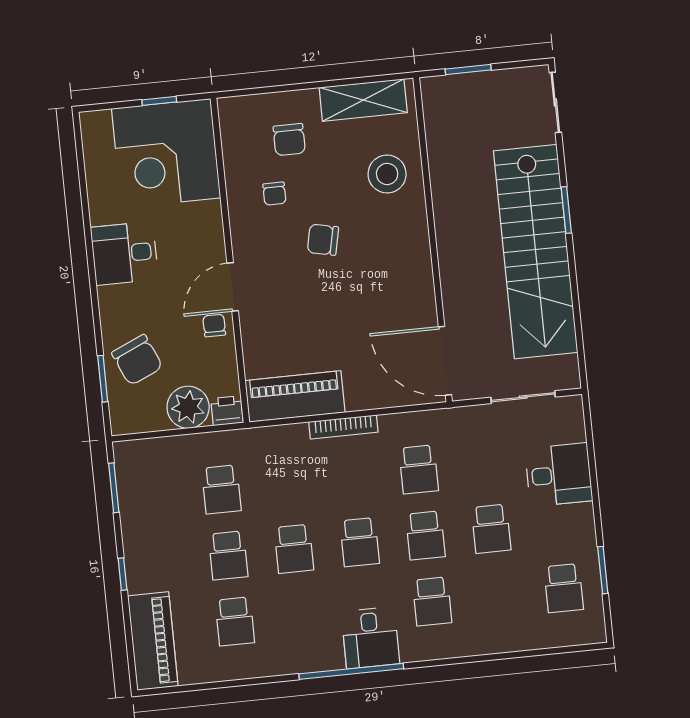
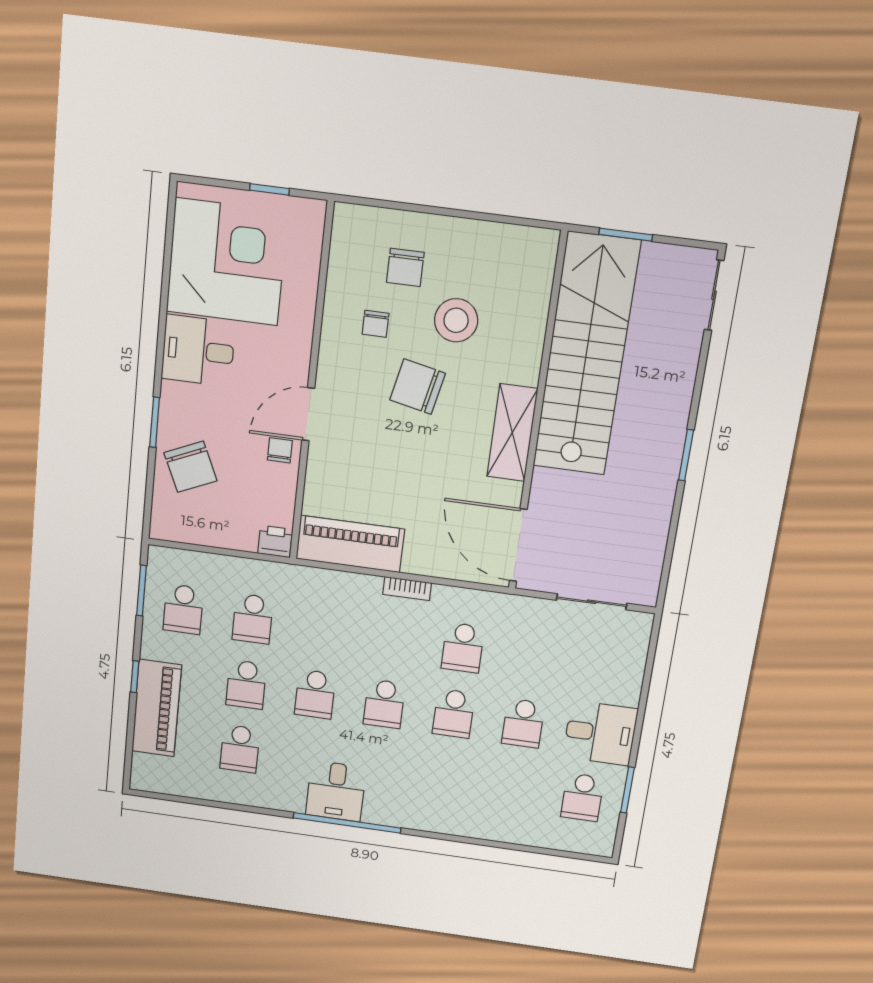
shelving: (363, 100) -> (512, 433), moved, turned 90
corner desk: (166, 153) -> (227, 262), moved, turned 180
stool: (387, 174) -> (456, 320), moved
window: (566, 210) -> (686, 455), moved
chair: (323, 240) -> (417, 387), width x1.37, depth x1.37
stairs: (536, 252) -> (586, 355), moved, turned 180
window: (103, 379) -> (155, 422), moved
plant: (188, 407) -> (235, 528), removed
bookcase: (343, 427) -> (407, 589), width x0.64
desk: (559, 475) -> (600, 733), moved
school desk: (432, 601) -> (183, 609), moved
desk: (370, 638) -> (336, 791), moved
piano: (153, 641) -> (157, 708), moved

